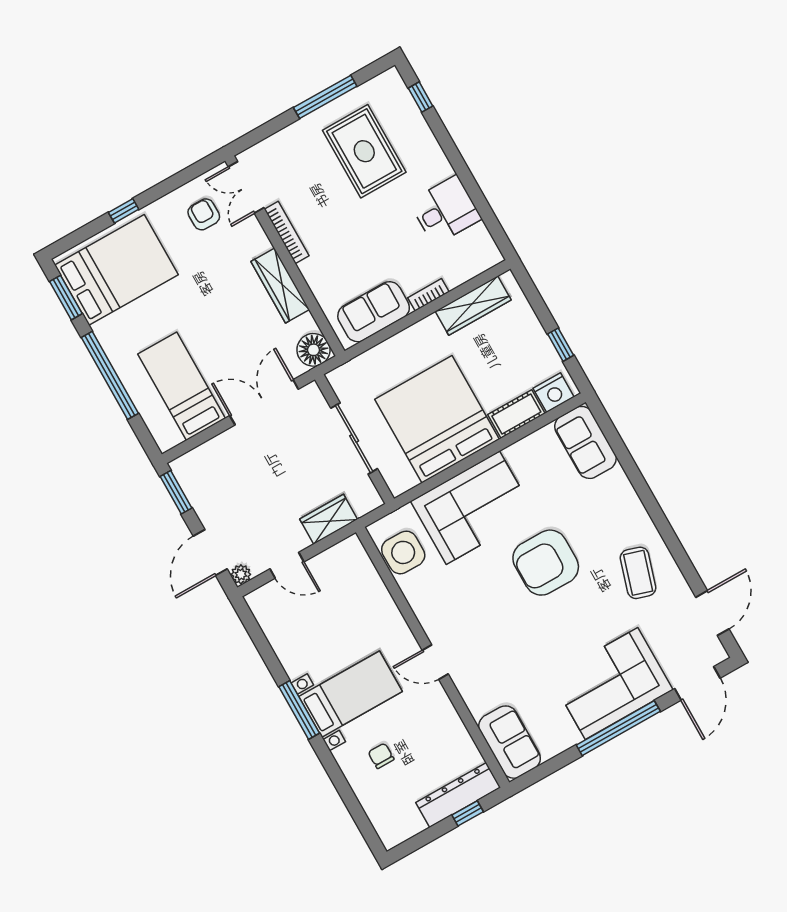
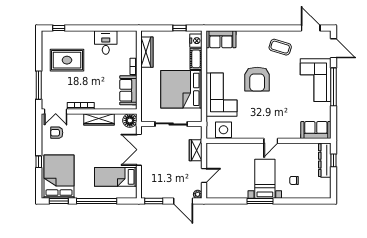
window: (325, 97) -> (39, 85), moved

